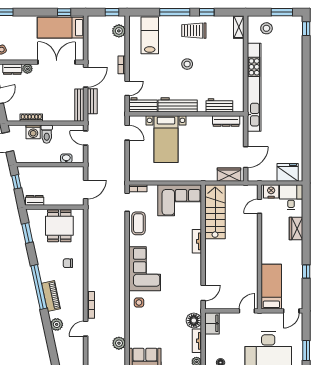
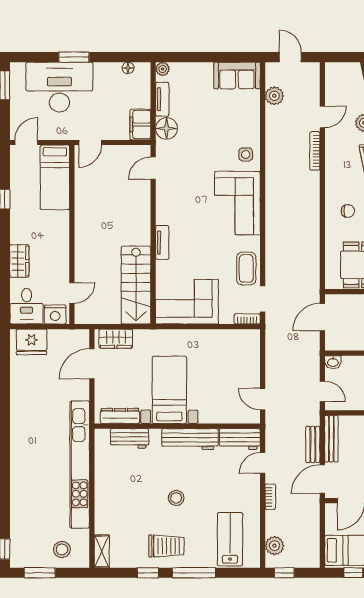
lab bench: (150, 35) -> (230, 539), turned 180
bed with nightstands: (166, 139) -> (169, 390), moved
washbasin: (66, 158) -> (333, 362), moved

